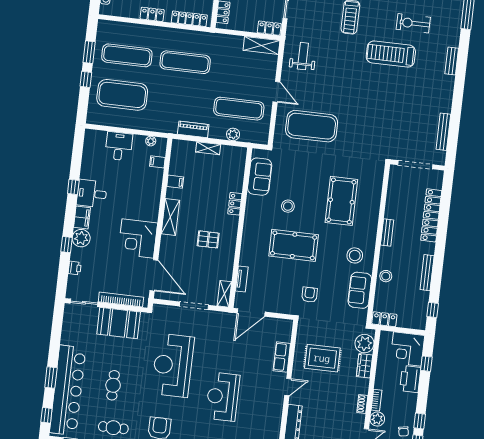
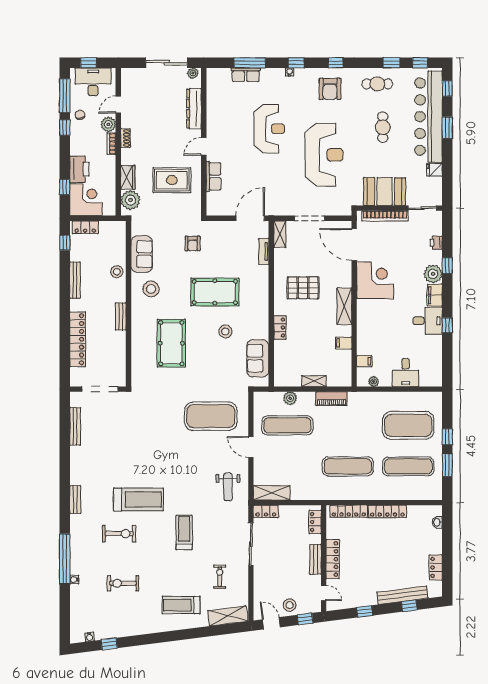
locker: (152, 14) -> (387, 511), width x1.53
pallet: (208, 239) -> (303, 288), width x1.50, depth x1.42
locker: (384, 319) -> (85, 227), moved
fridge: (68, 338) -> (434, 170), added

